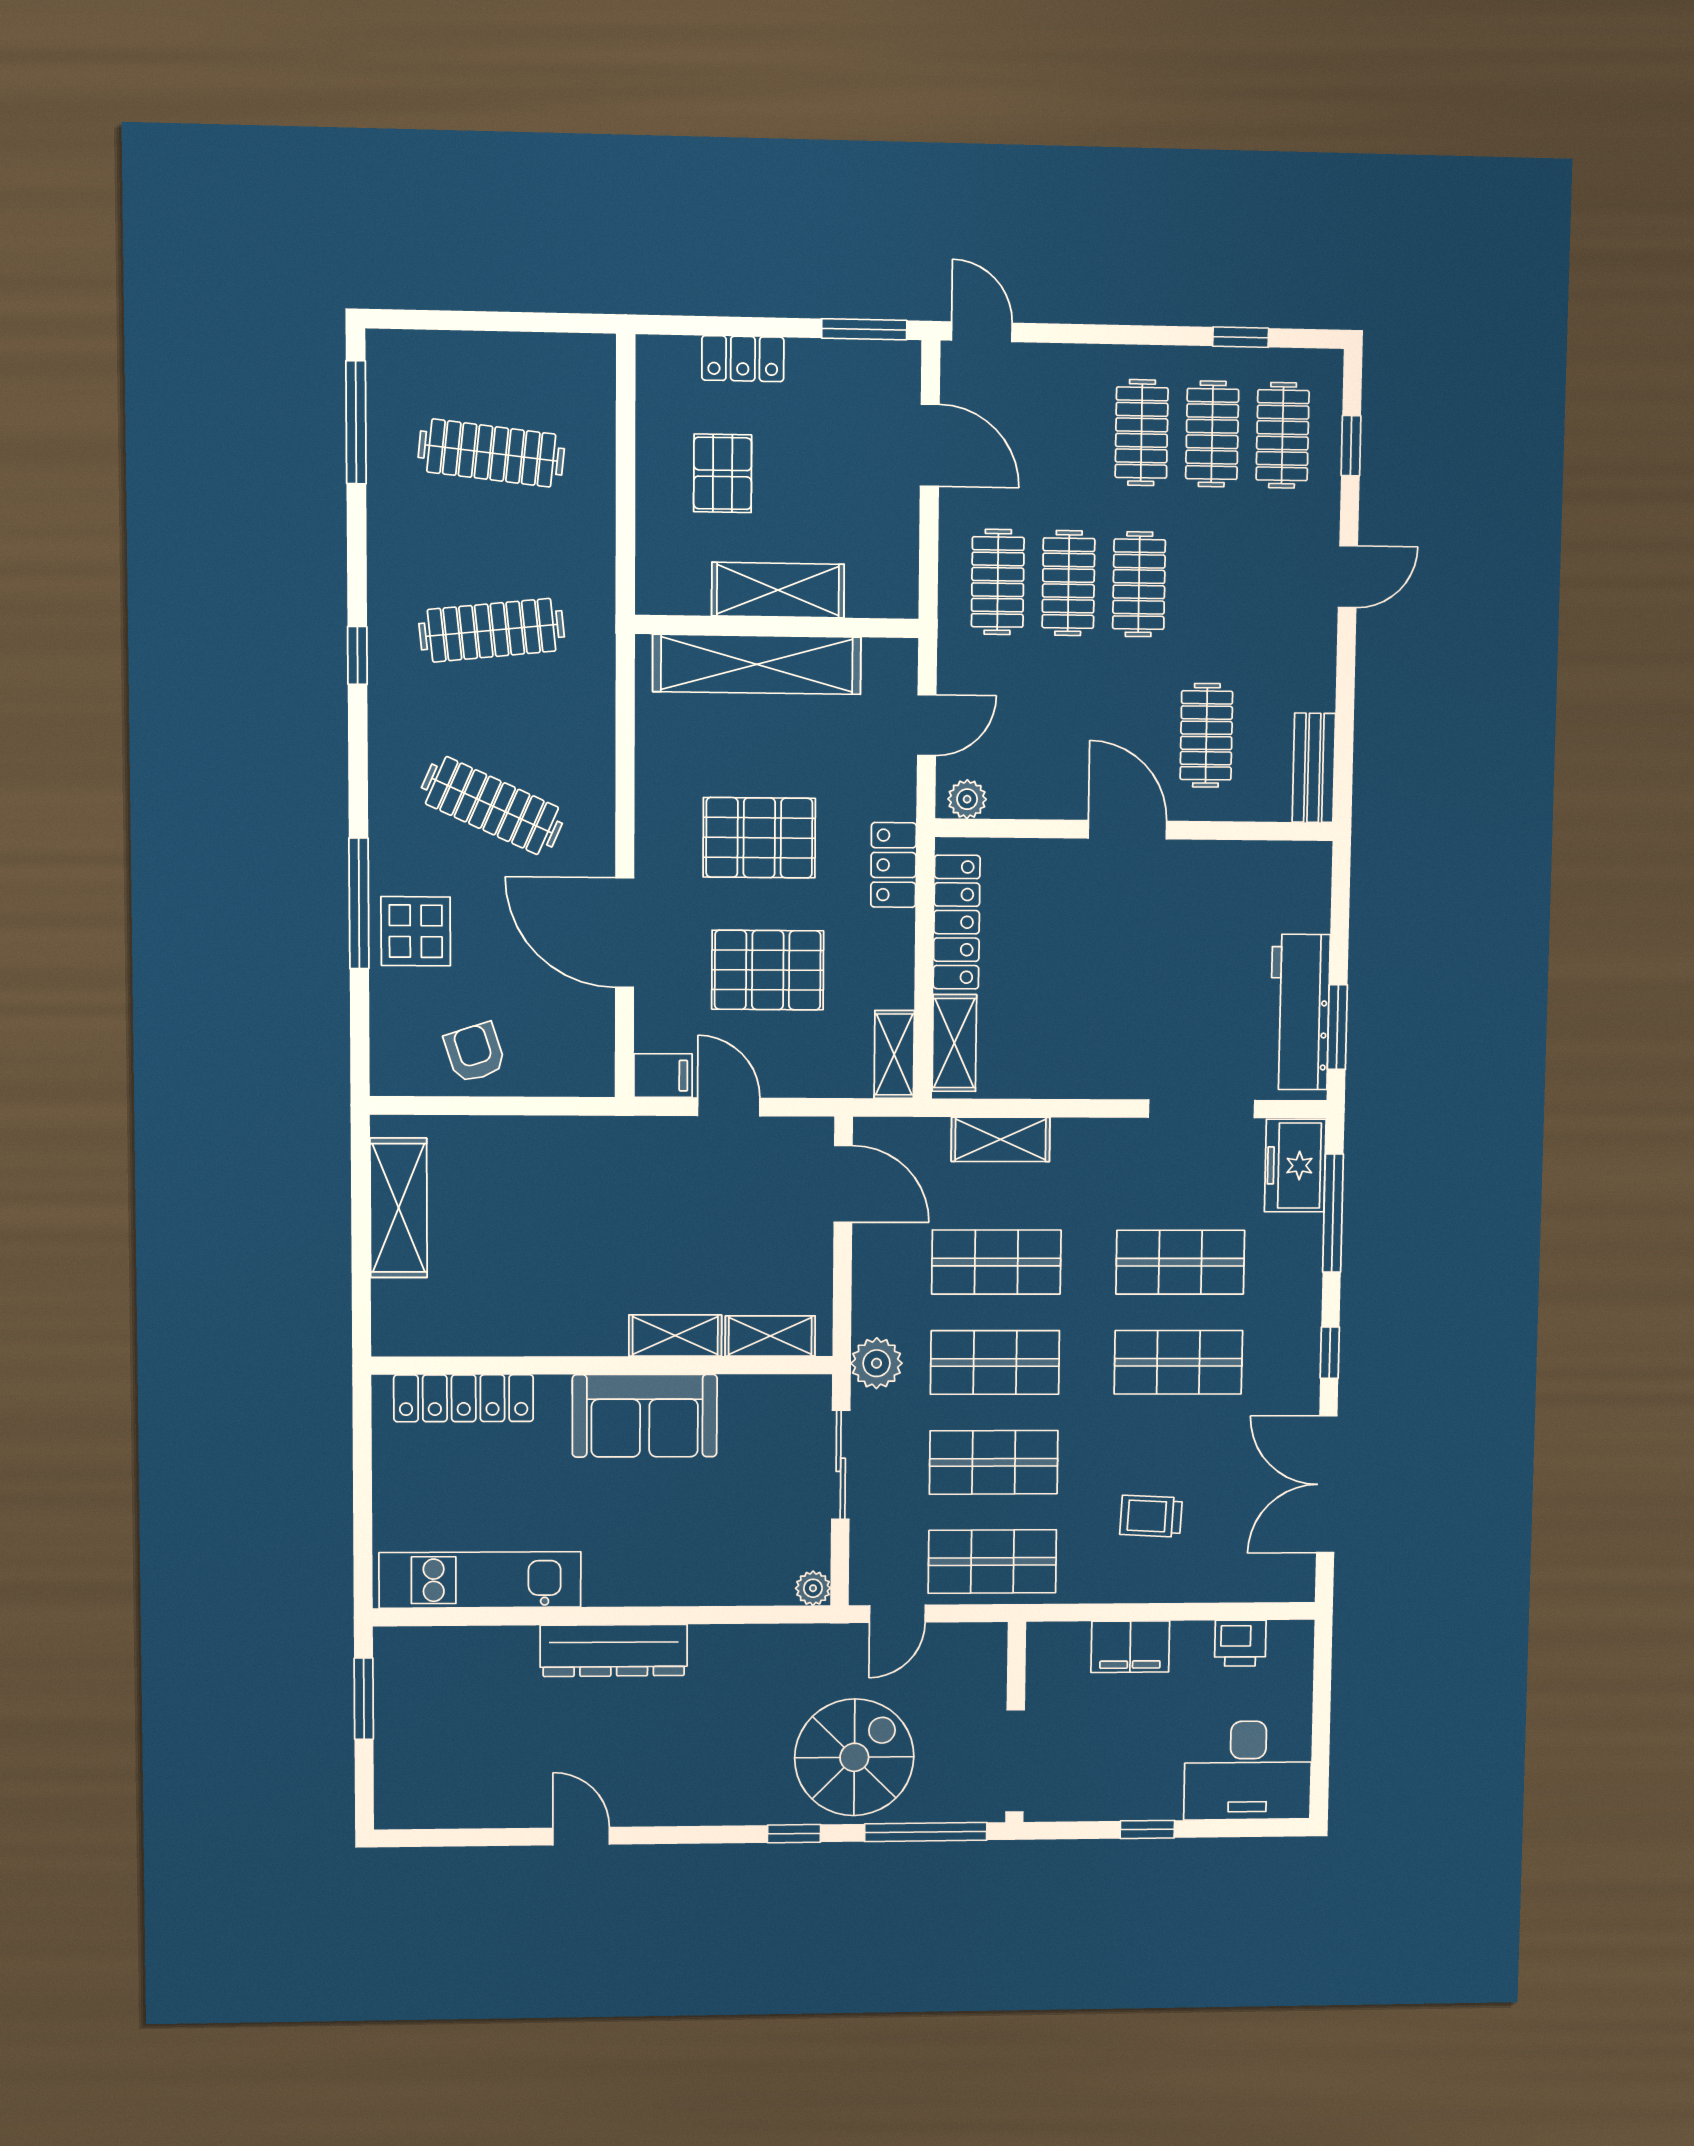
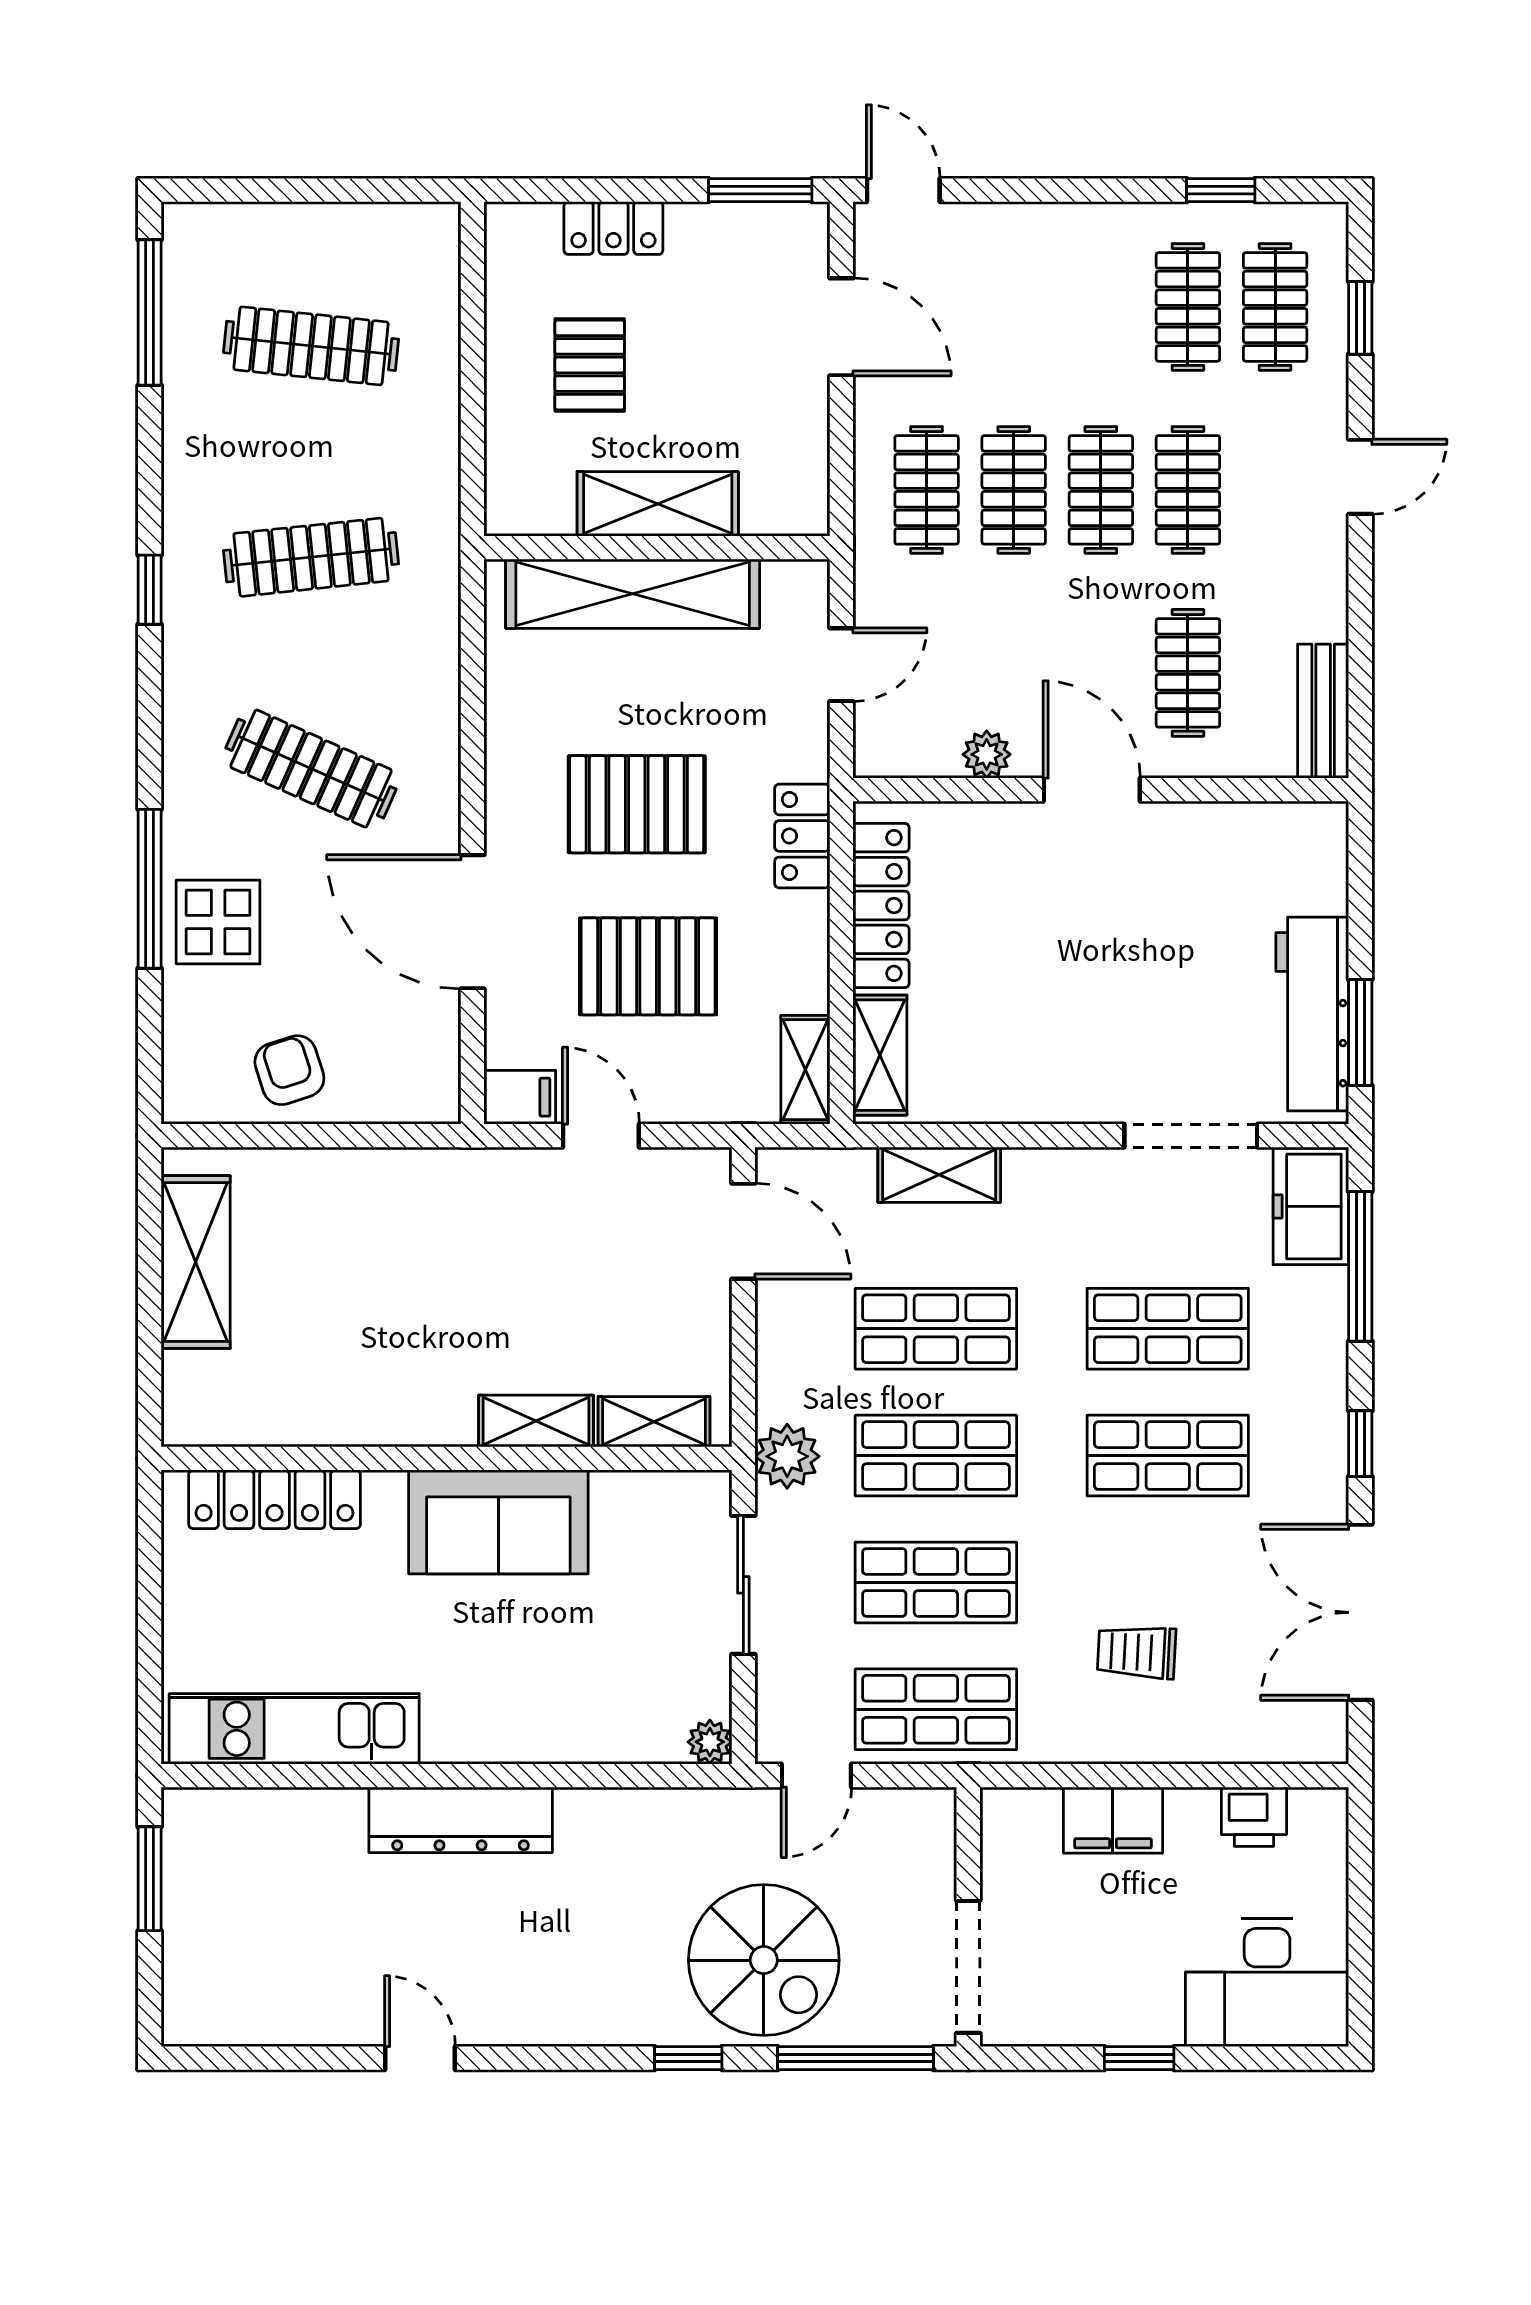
clothes rail: (1142, 433) -> (1188, 490), moved
plant: (967, 799) -> (987, 754), moved
spiral stairs: (854, 1757) -> (764, 1960), turned 90

